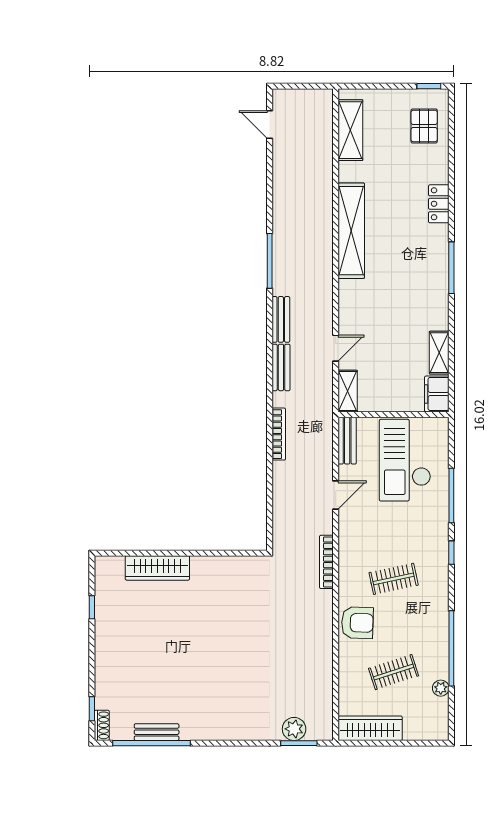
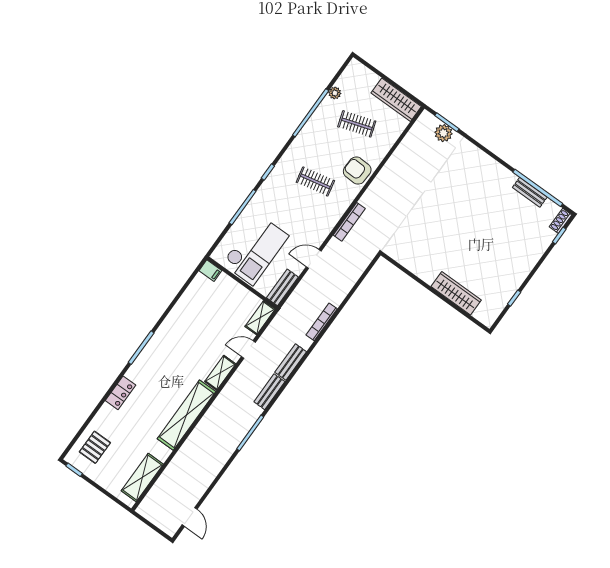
shelving: (439, 353) -> (220, 373), moved
filing cabinet: (437, 394) -> (210, 271), width x0.50

